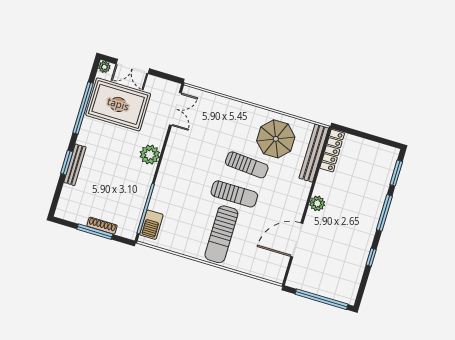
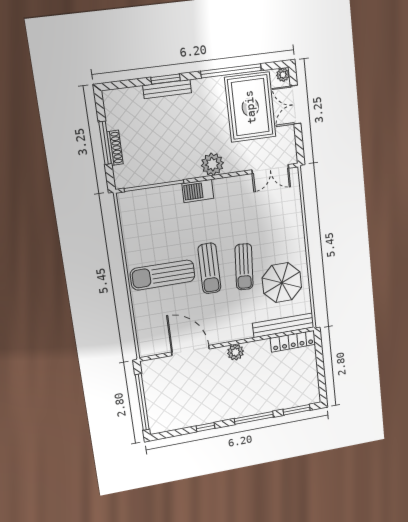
barbecue: (151, 225) -> (198, 191), moved

